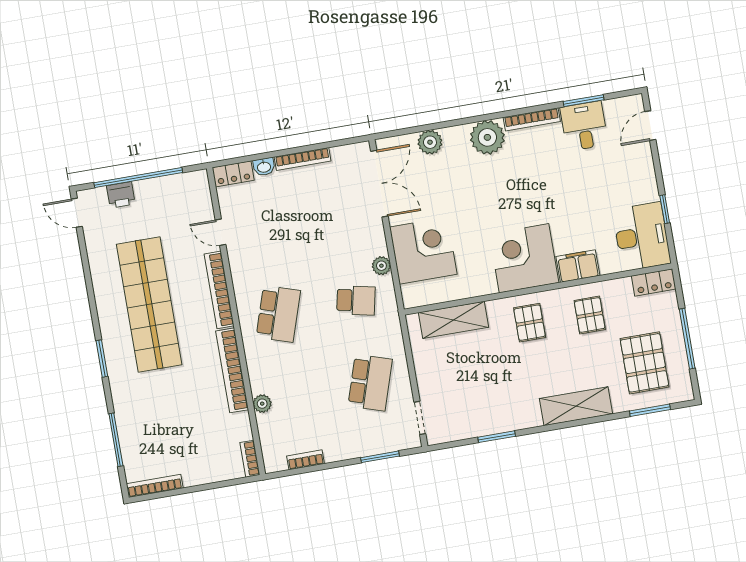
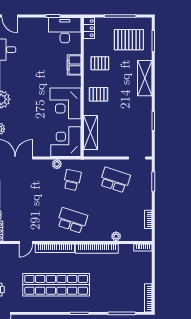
corner desk: (423, 251) -> (66, 142), moved
corner desk: (524, 258) -> (66, 103), moved

